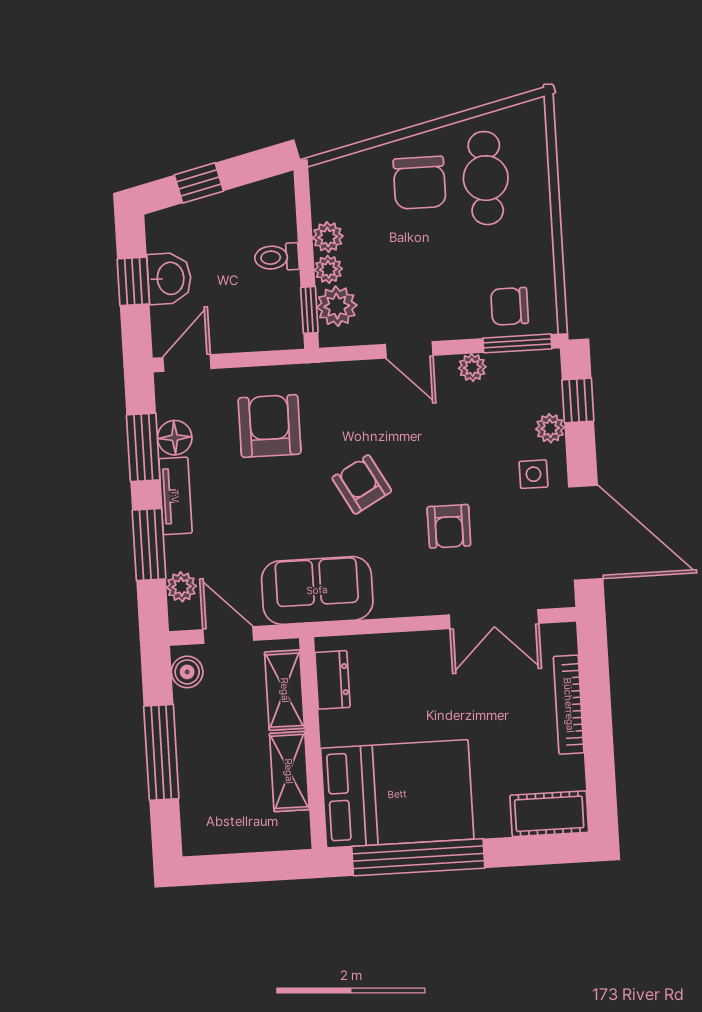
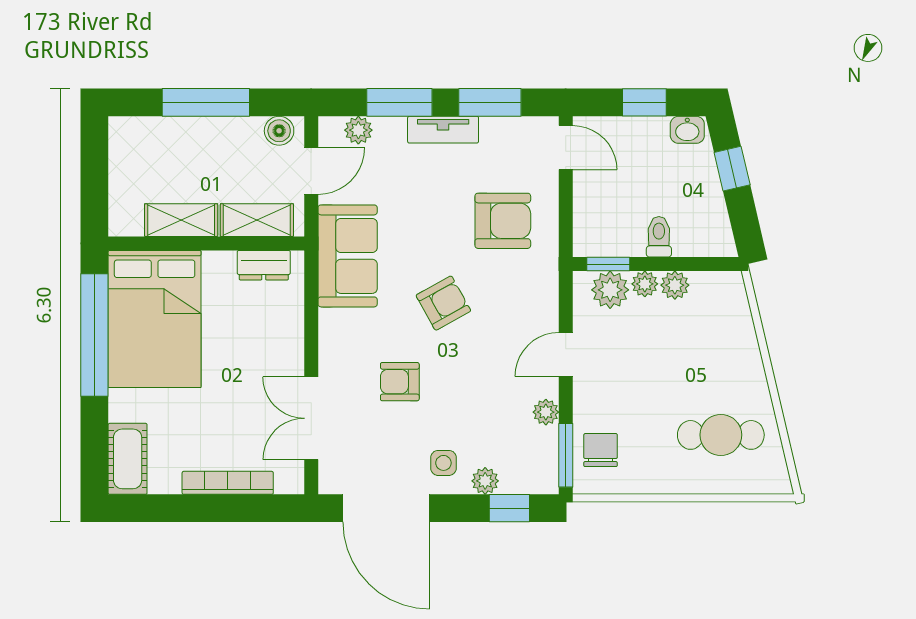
chair: (420, 183) -> (720, 373), removed
washbasin: (169, 278) -> (687, 130), moved, width x0.72, depth x0.69
floor lamp: (175, 438) -> (497, 132), removed
door: (586, 533) -> (386, 508), hinge flipped

